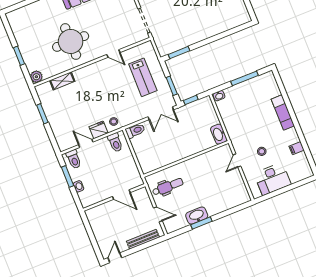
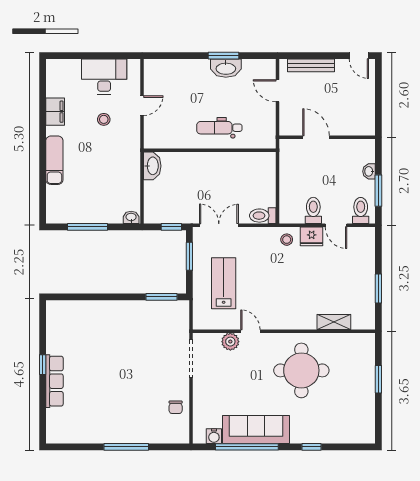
plant: (36, 77) -> (230, 342), moved
toilet: (115, 143) -> (313, 210), moved
filing cabinet: (297, 148) -> (55, 112), width x2.00
door: (237, 161) -> (142, 106), moved
dental chair: (168, 187) -> (219, 128), moved
door: (115, 258) -> (359, 56), hinge flipped

